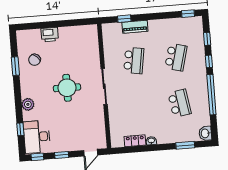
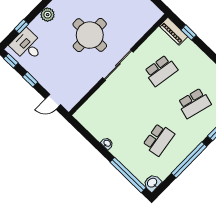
piano: (135, 27) -> (174, 31), moved
round table: (67, 88) -> (90, 35), width x1.36, depth x1.36
desk: (37, 137) -> (27, 46), width x0.73
locker: (135, 141) -> (95, 130), removed
window: (185, 145) -> (128, 175), width x2.11

